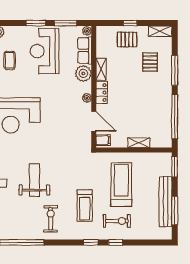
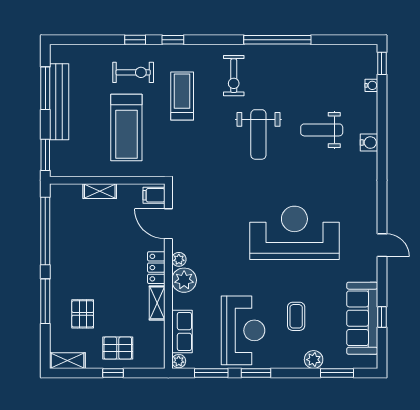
plant: (83, 73) -> (184, 280), moved
exercise bike: (117, 221) -> (133, 72), turned 180

